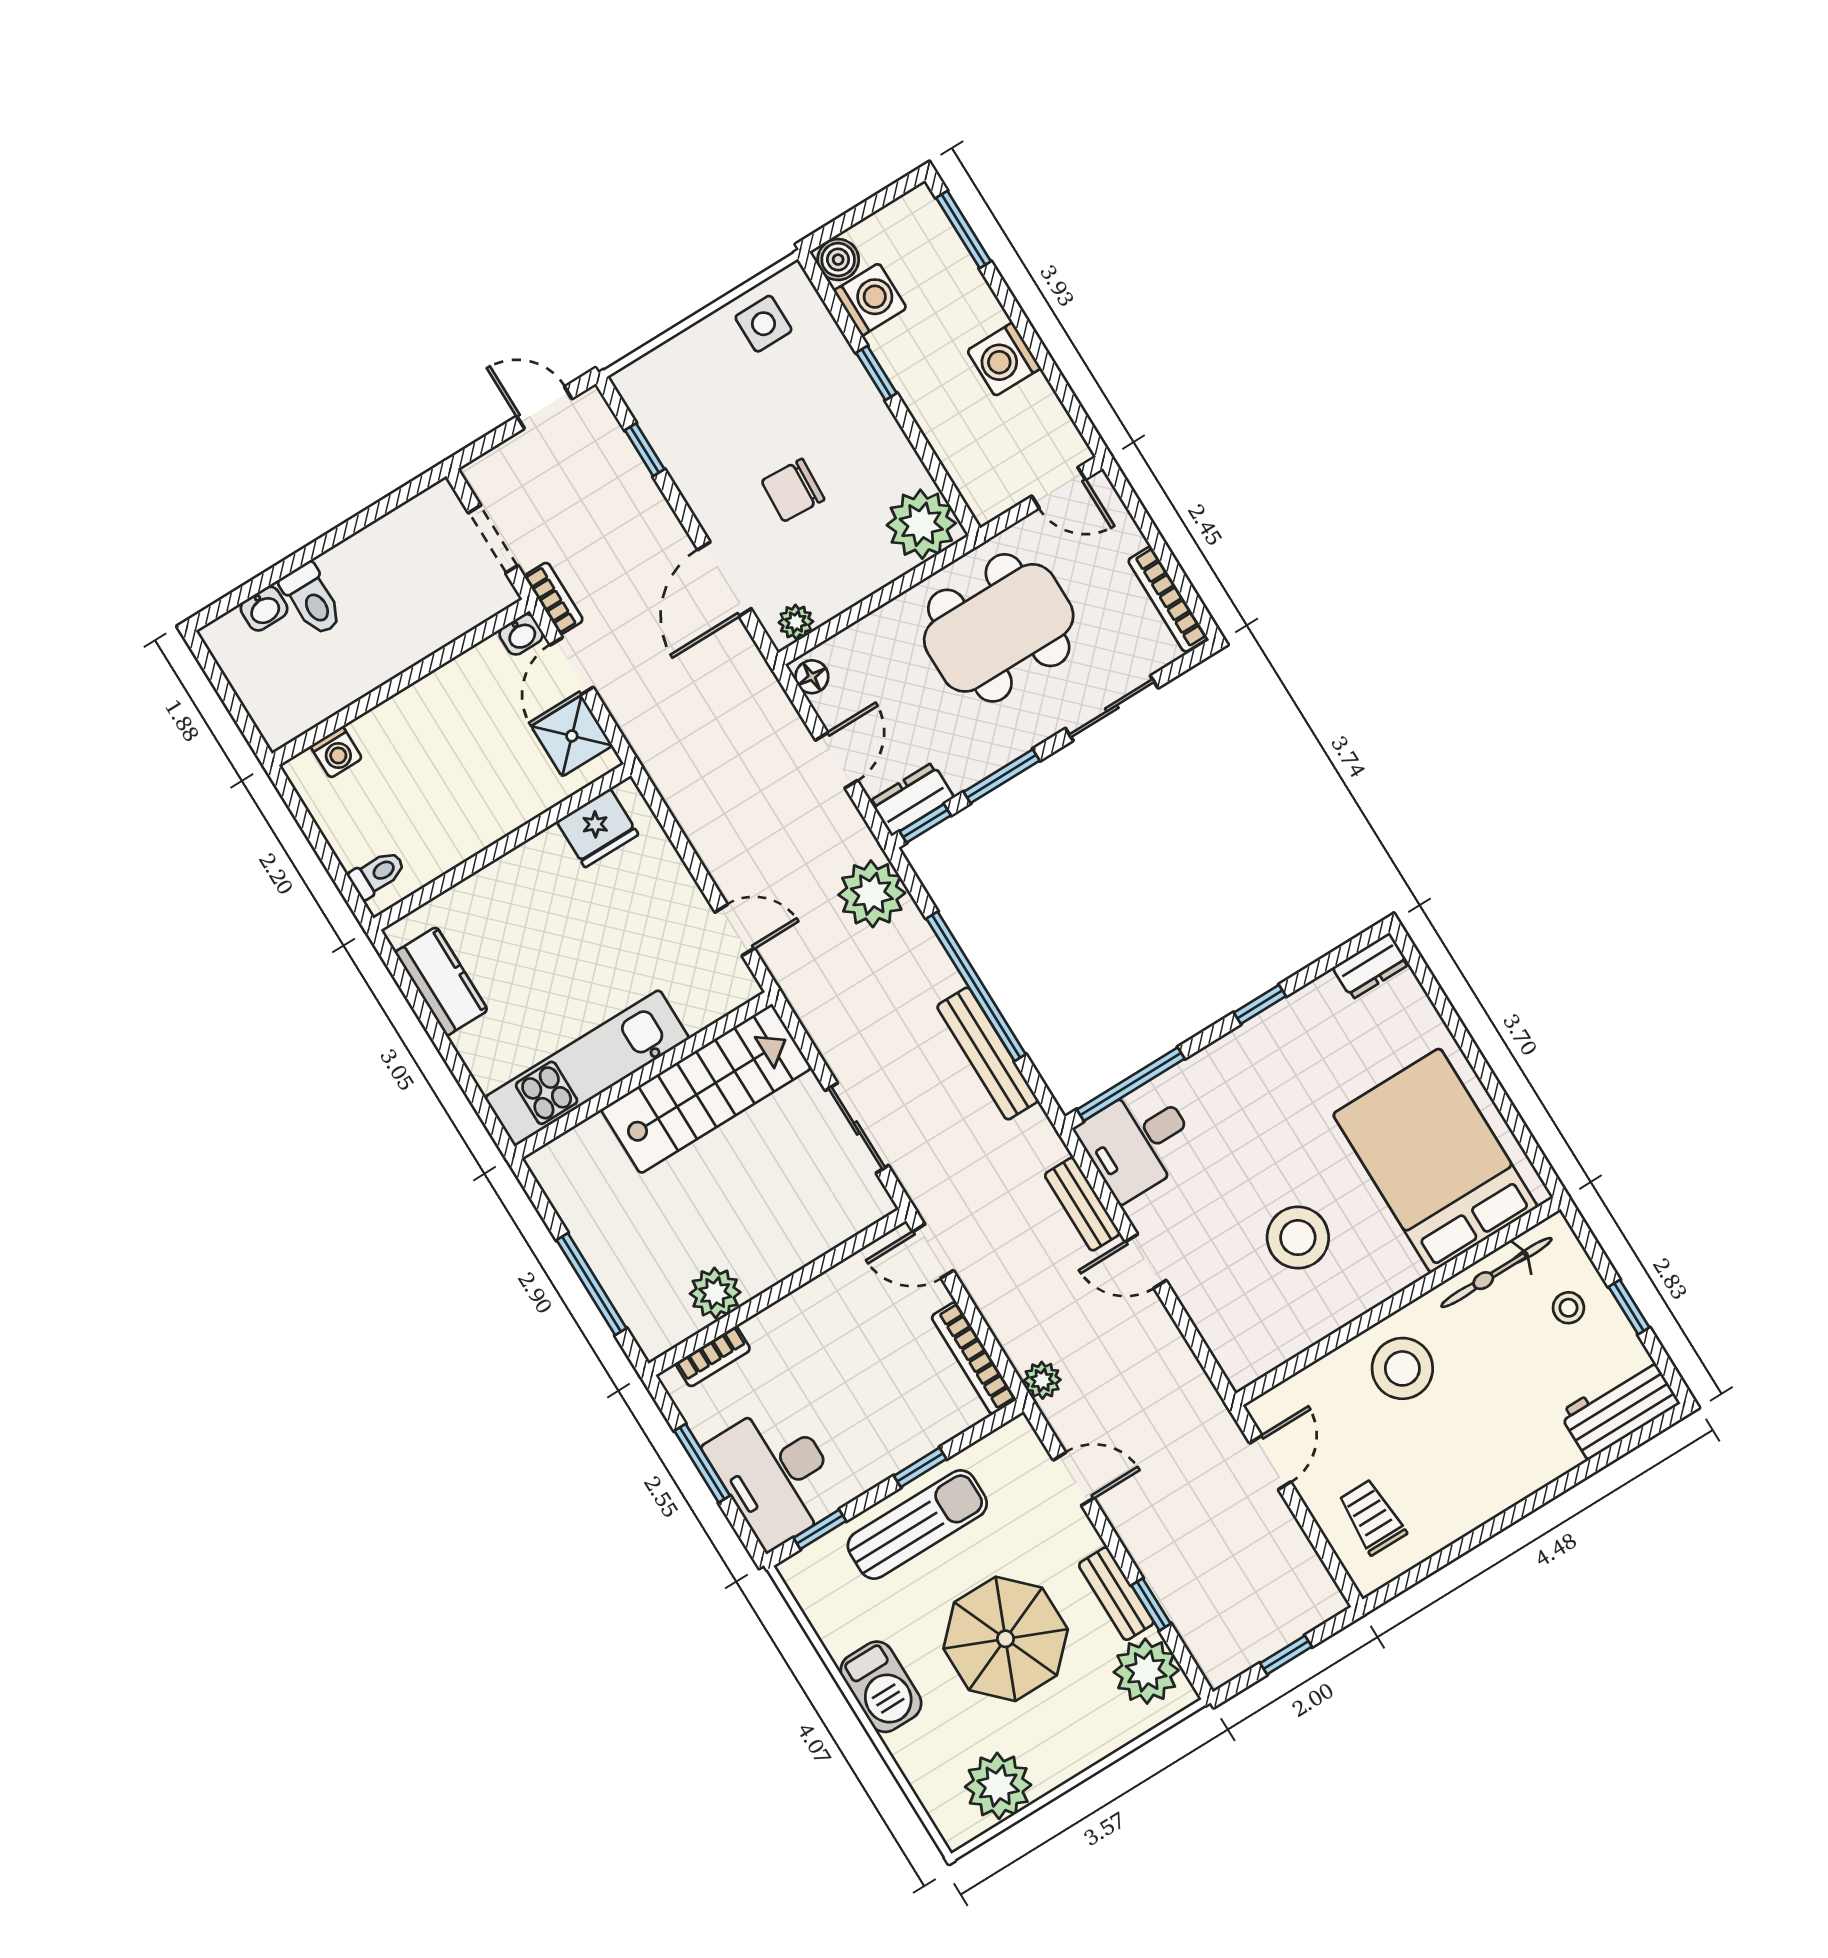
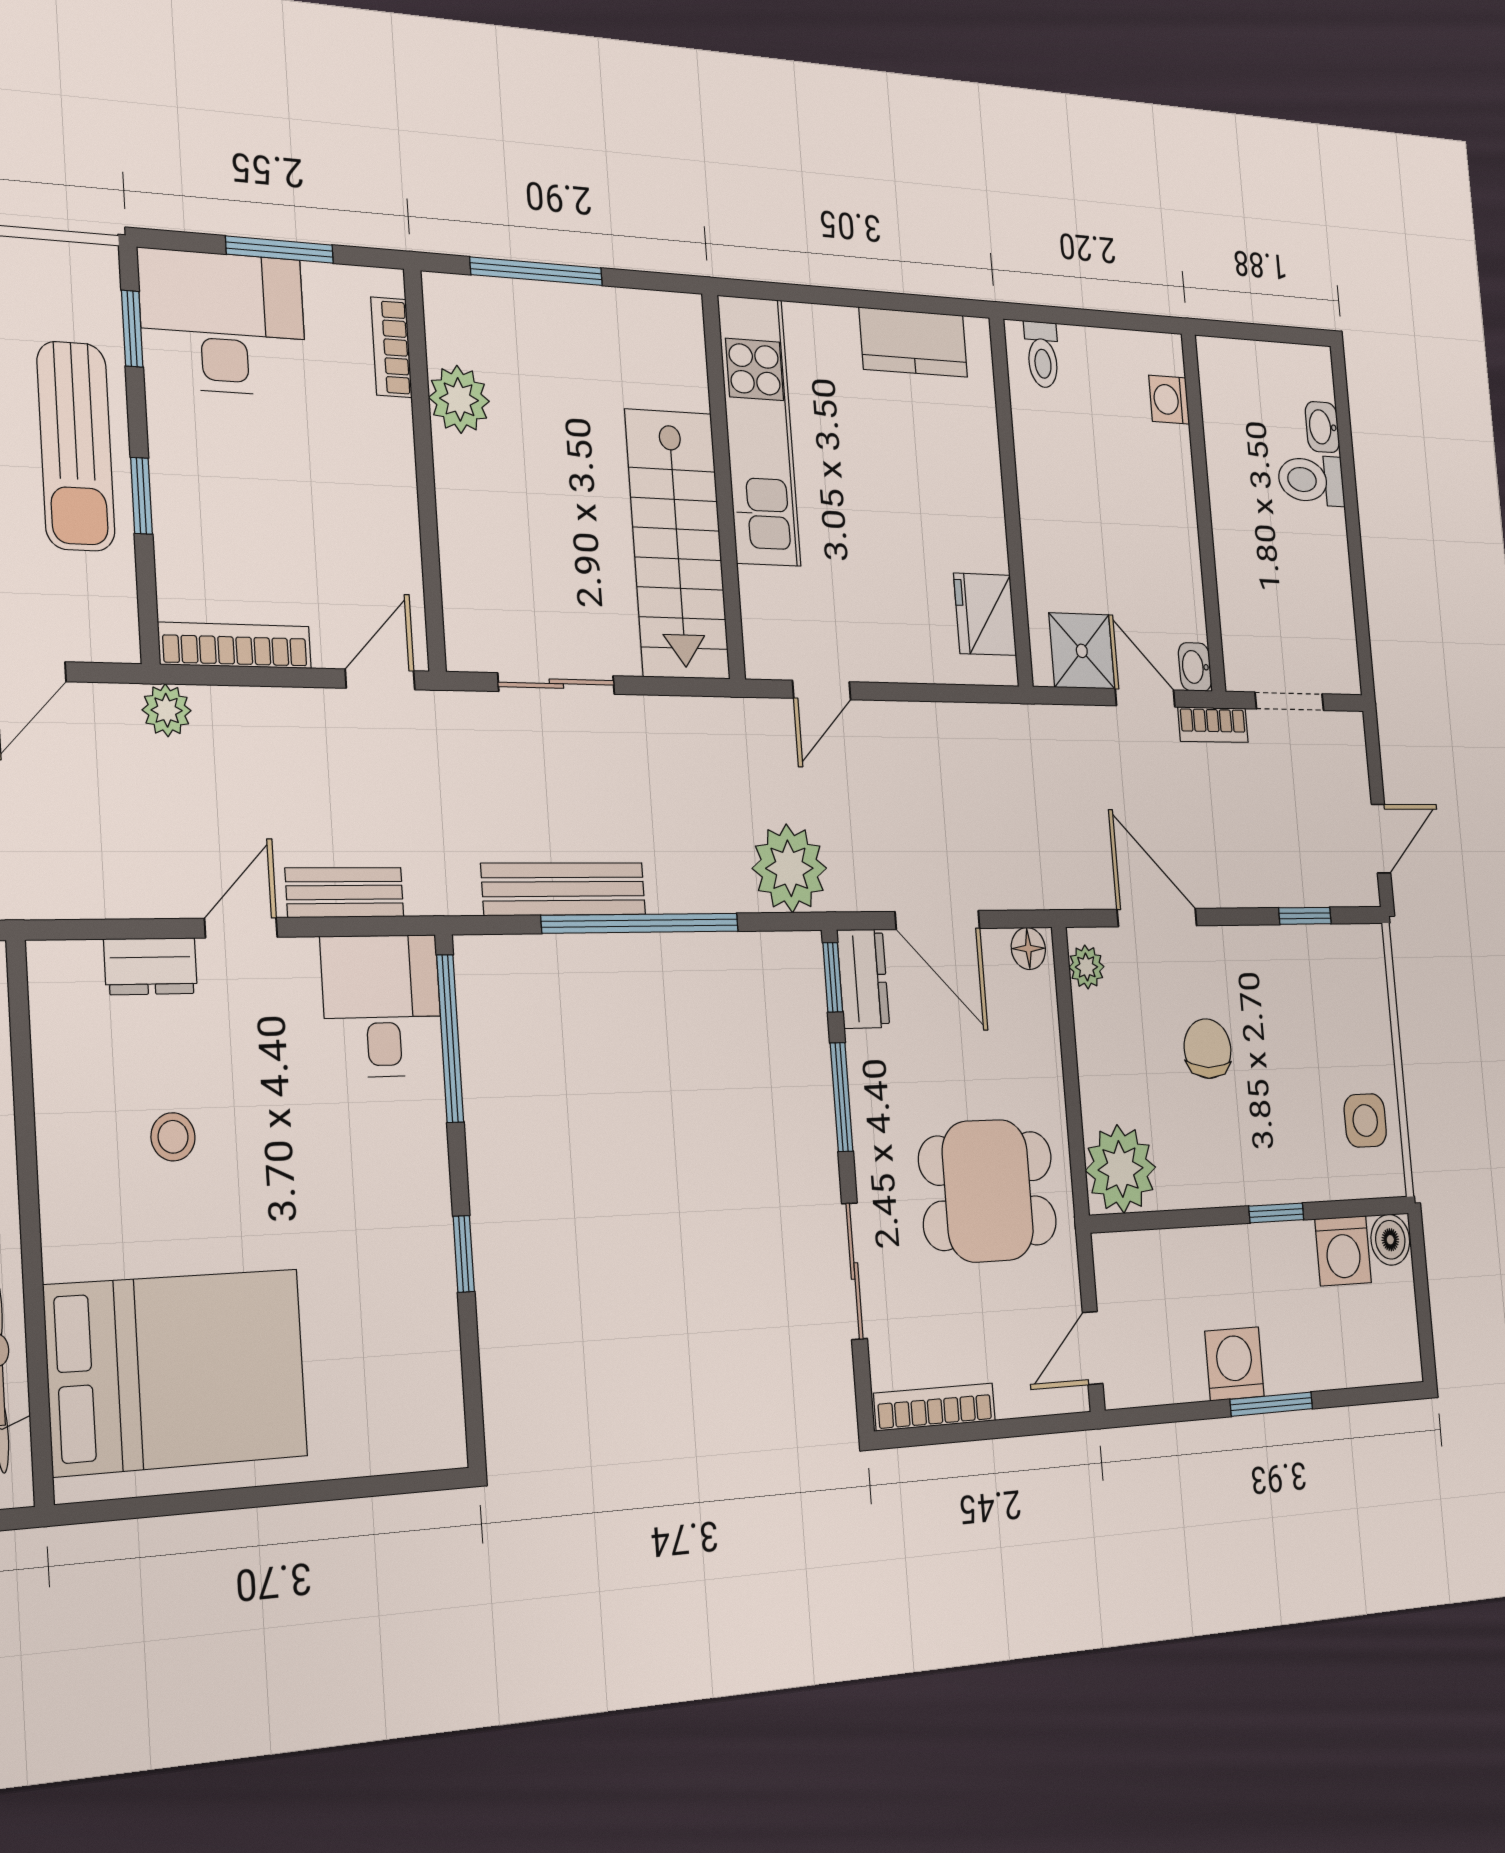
window: (963, 230) -> (1271, 1404), moved
dining table: (999, 628) -> (988, 1191), width x0.73
door: (836, 760) -> (938, 920), width x1.38
dresser: (1371, 966) -> (151, 966), moved, turned -90
stool: (1298, 1238) -> (173, 1137), width x0.53, depth x0.53

